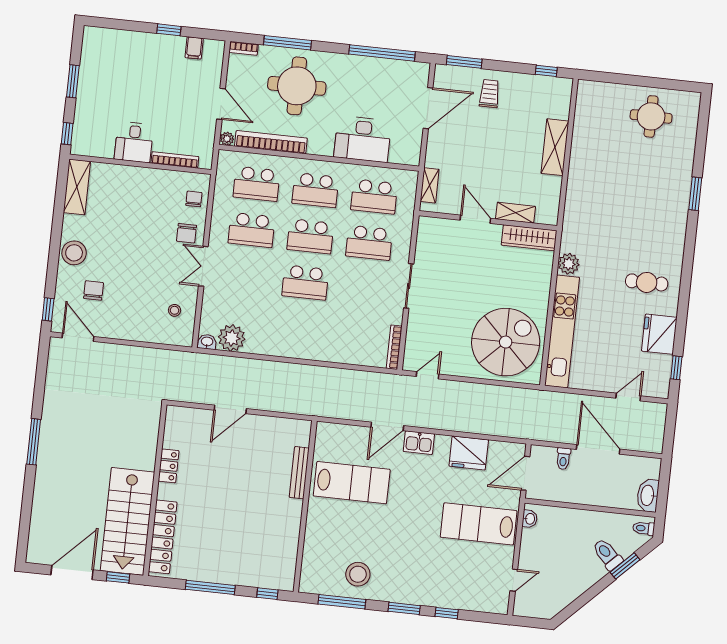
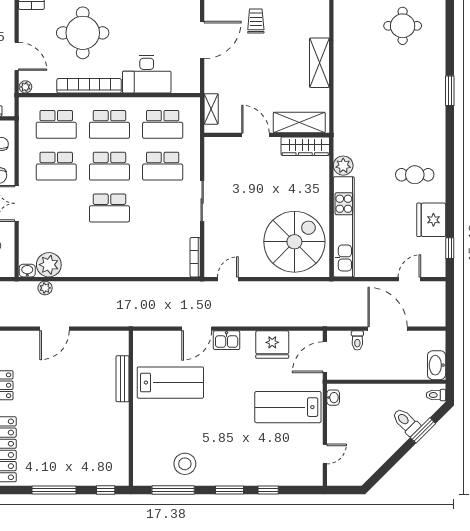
bookcase: (271, 142) -> (89, 86), moved
shelving: (515, 213) -> (299, 123), width x1.50, depth x1.33
plant: (225, 363) -> (45, 288), added

